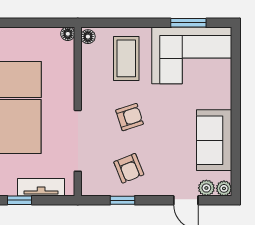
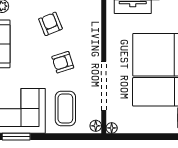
doorway: (78, 141) -> (104, 86), moved
armchair: (129, 168) -> (50, 24), moved

